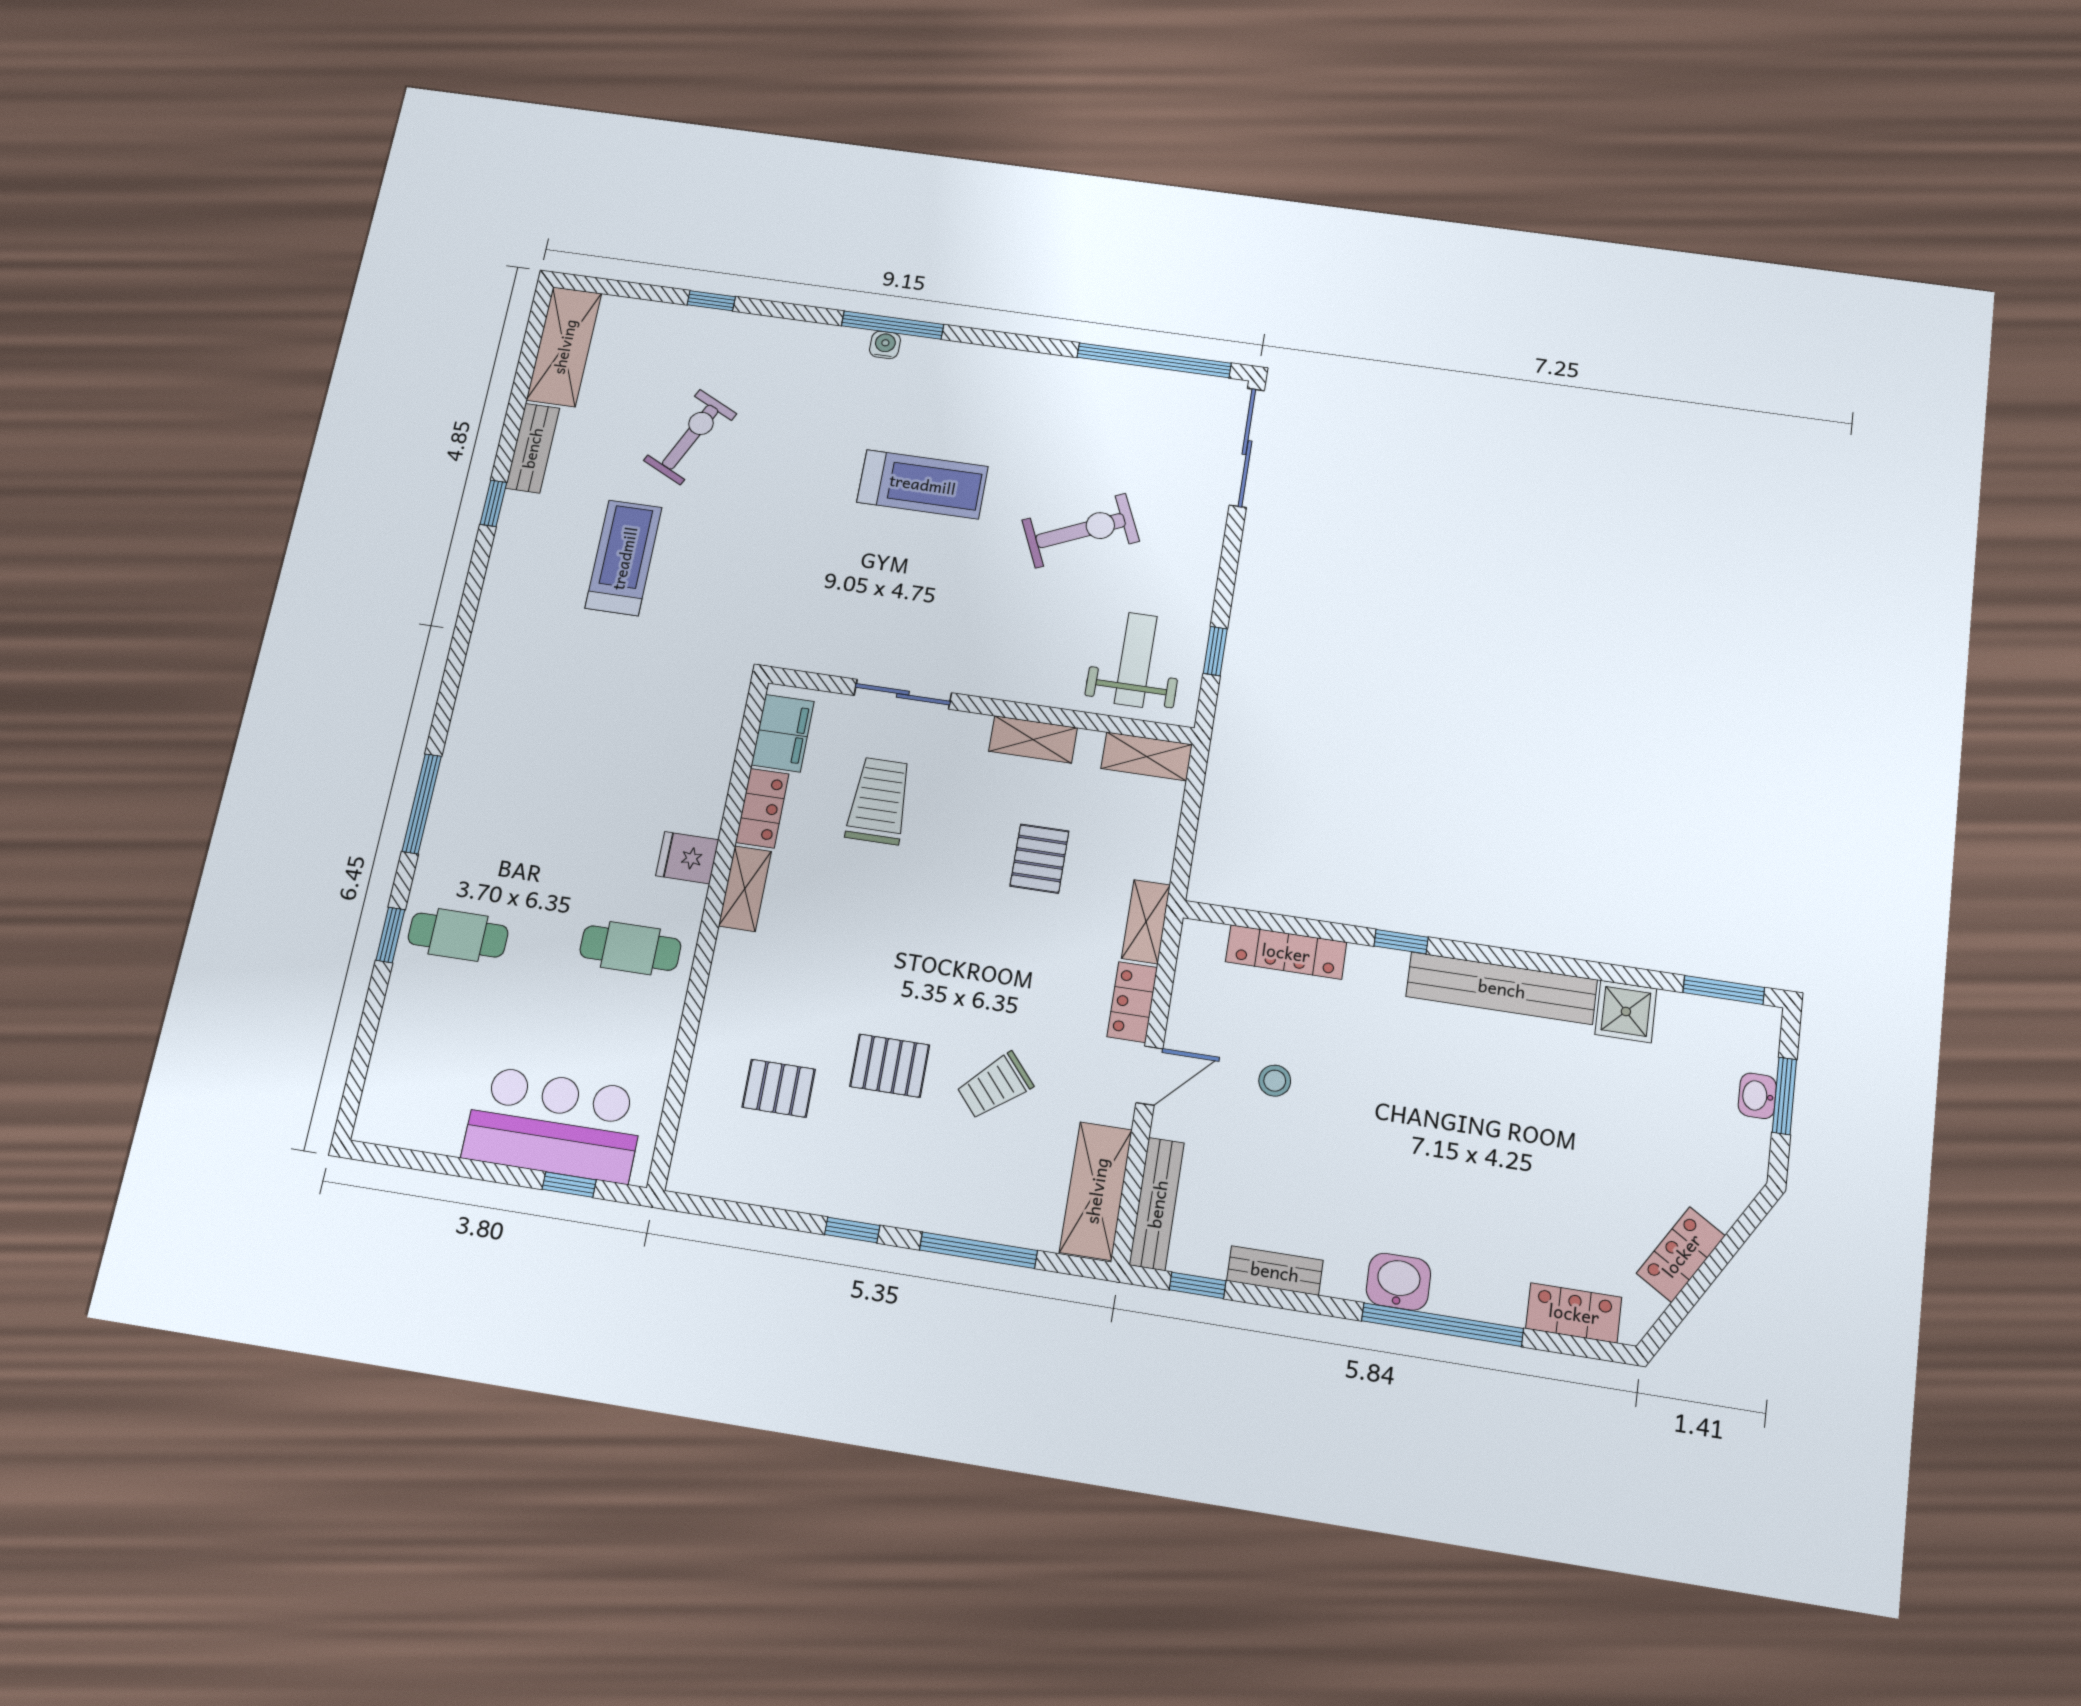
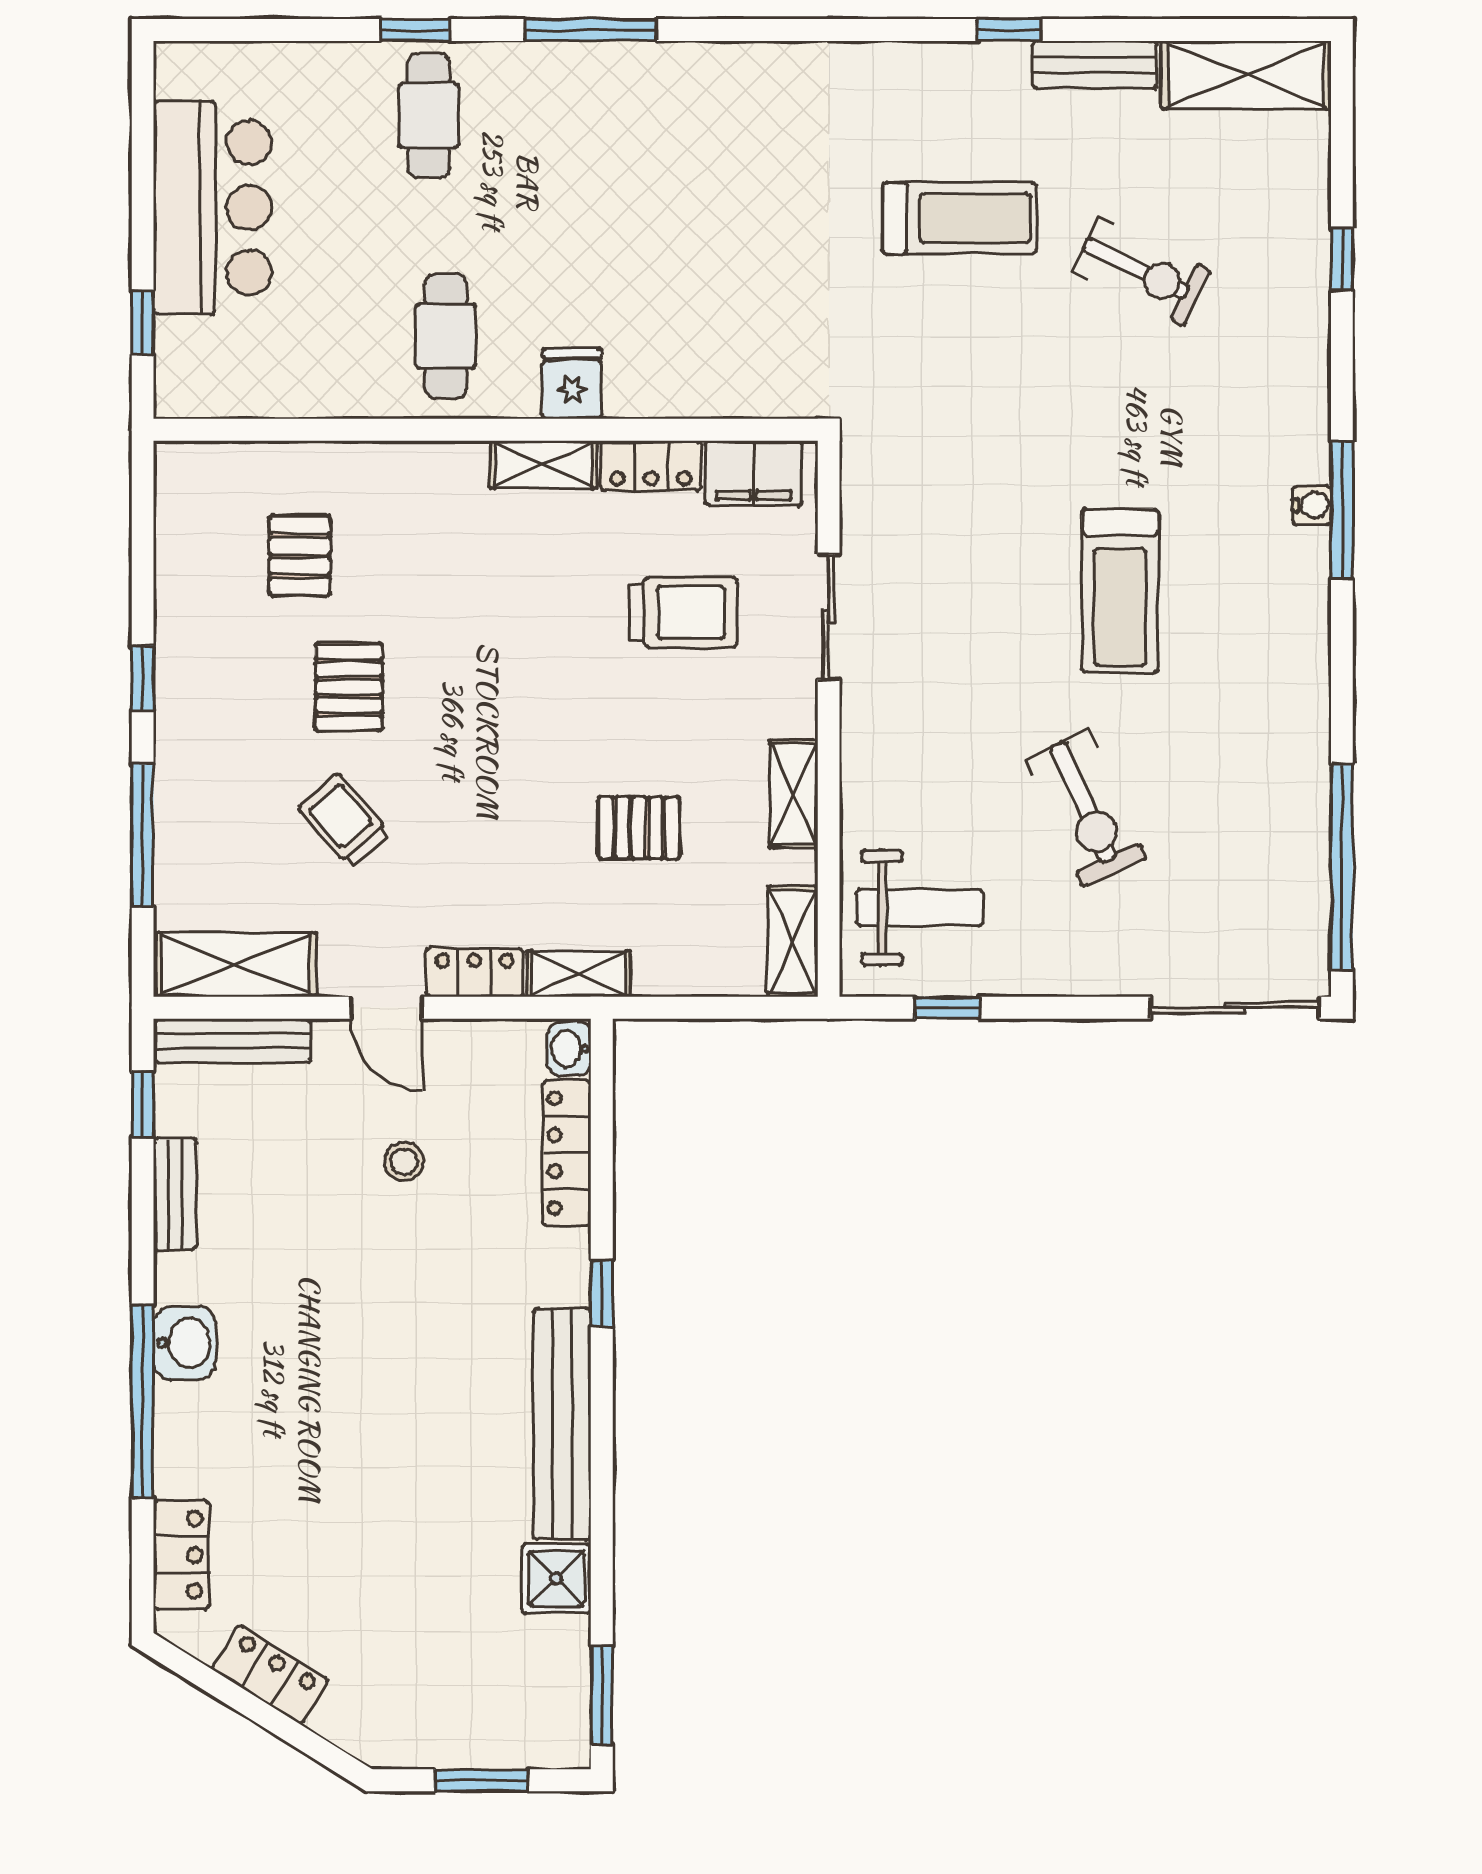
washbasin: (1757, 1096) -> (569, 1049), moved, turned -90
bar counter: (554, 1124) -> (212, 208), moved

